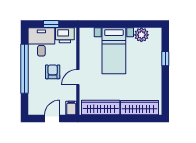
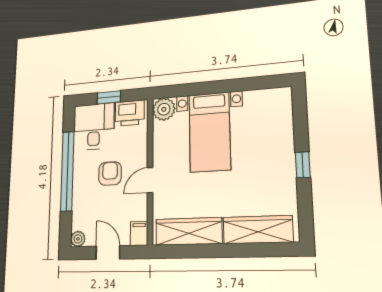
plant: (141, 35) -> (164, 109), moved
window: (165, 59) -> (303, 165), moved
plant: (33, 110) -> (78, 239), added
door: (52, 119) -> (108, 253), hinge flipped

